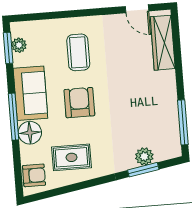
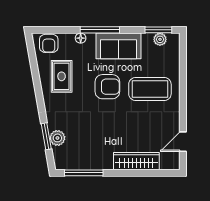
wardrobe: (163, 43) -> (136, 161), moved
coffee table: (78, 52) -> (150, 89), width x1.36, depth x1.32
floor lamp: (30, 133) -> (81, 38), width x0.53, depth x0.53

